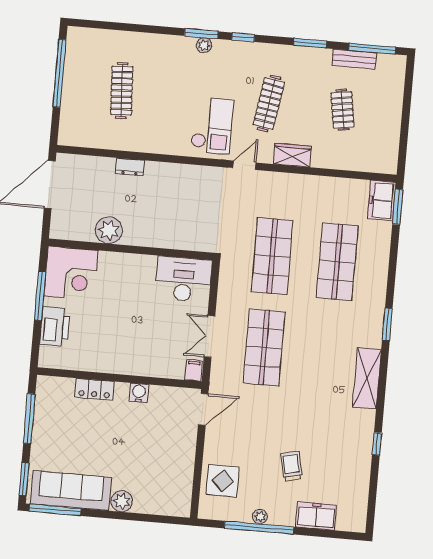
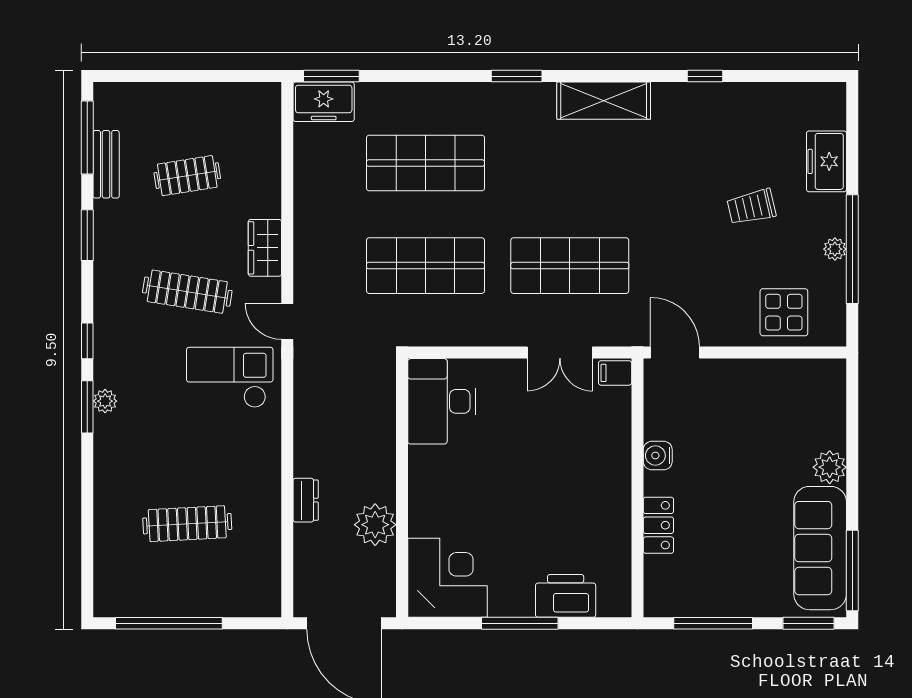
plant: (109, 230) -> (375, 525), moved
wall: (131, 249) -> (402, 488), moved
corner desk: (71, 273) -> (448, 578), moved
desk: (183, 279) -> (442, 401), moved

